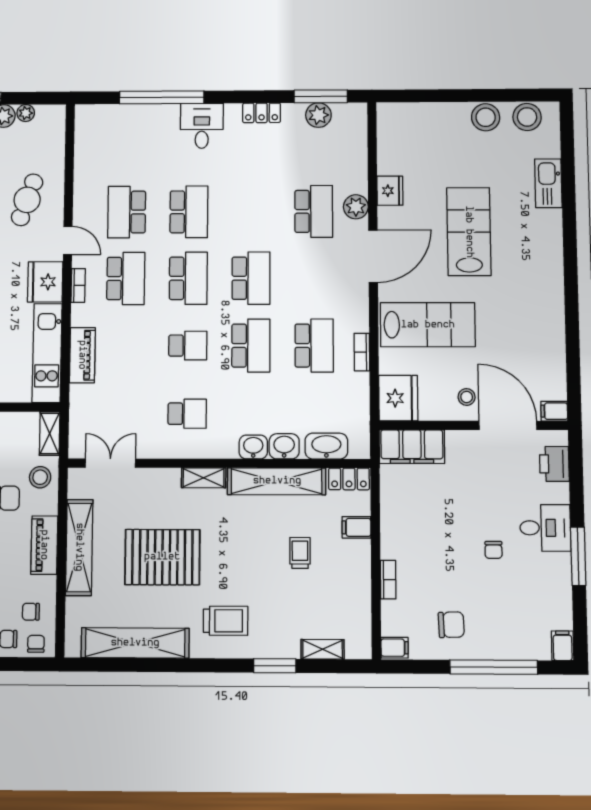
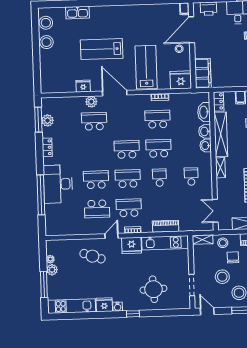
desk: (202, 126) -> (58, 184), width x1.87, depth x1.30

